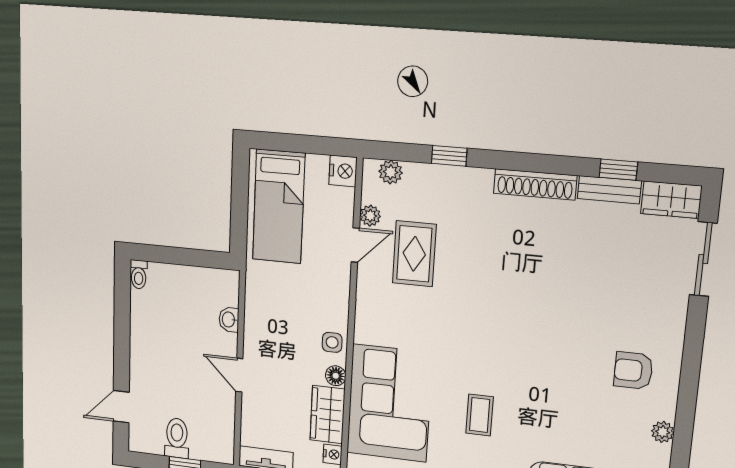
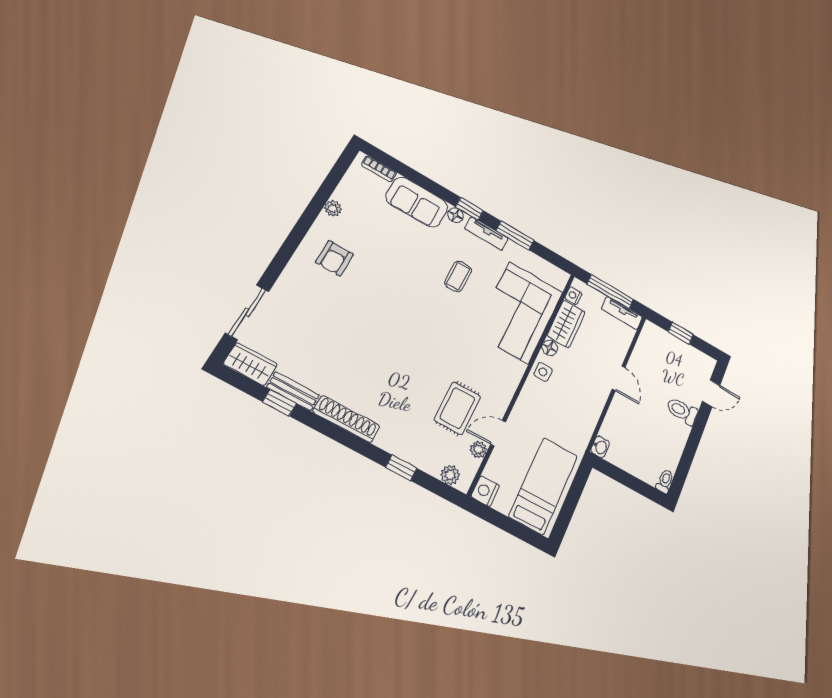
washbasin: (229, 320) -> (600, 447), moved
armchair: (633, 371) -> (335, 258), turned 90
toilet: (177, 438) -> (682, 411), moved, turned 90

